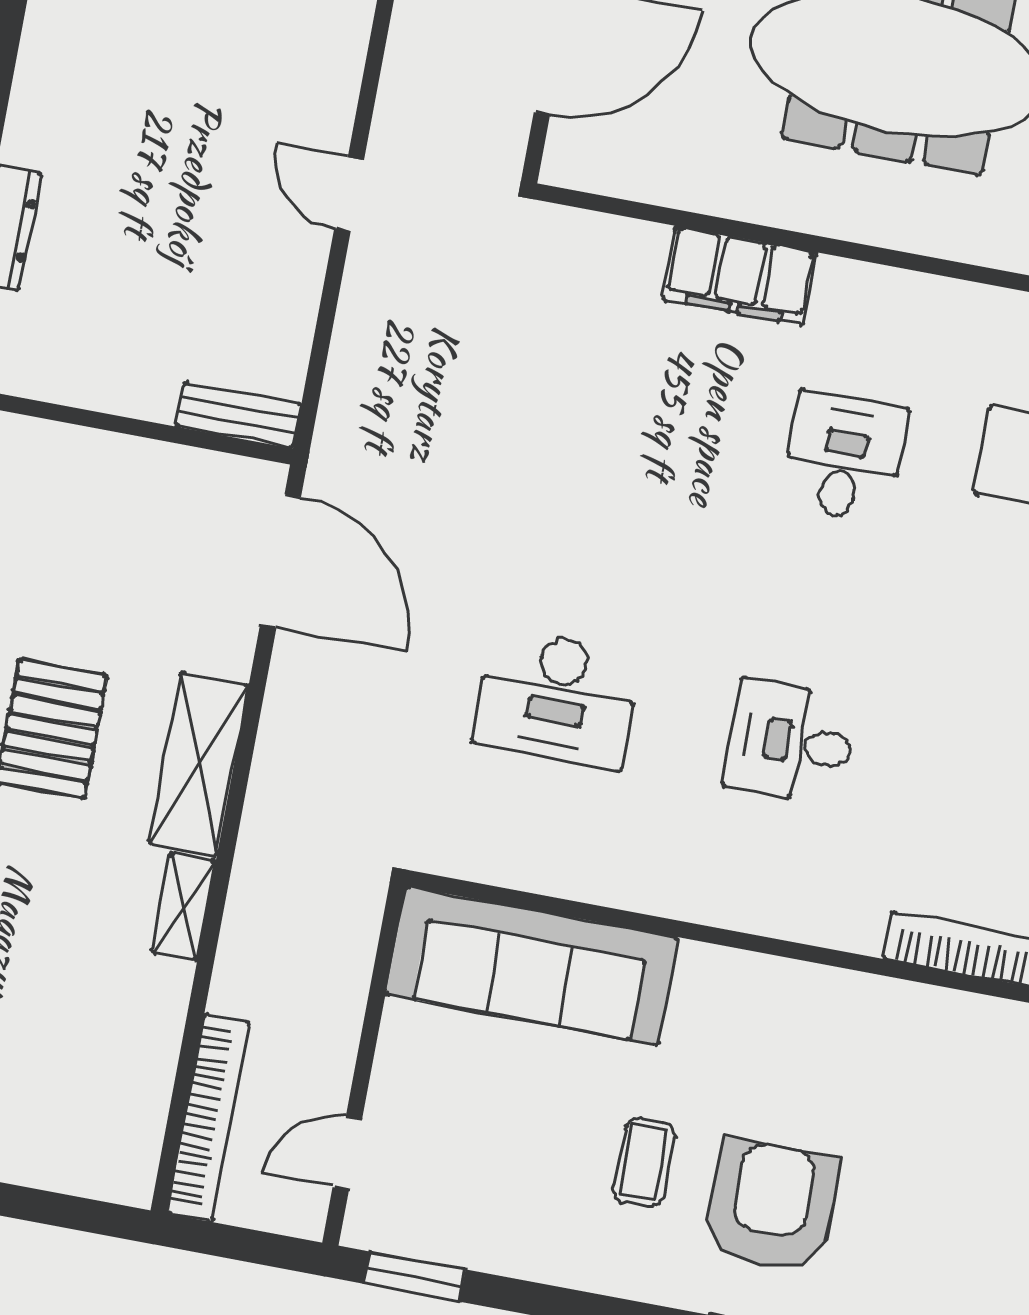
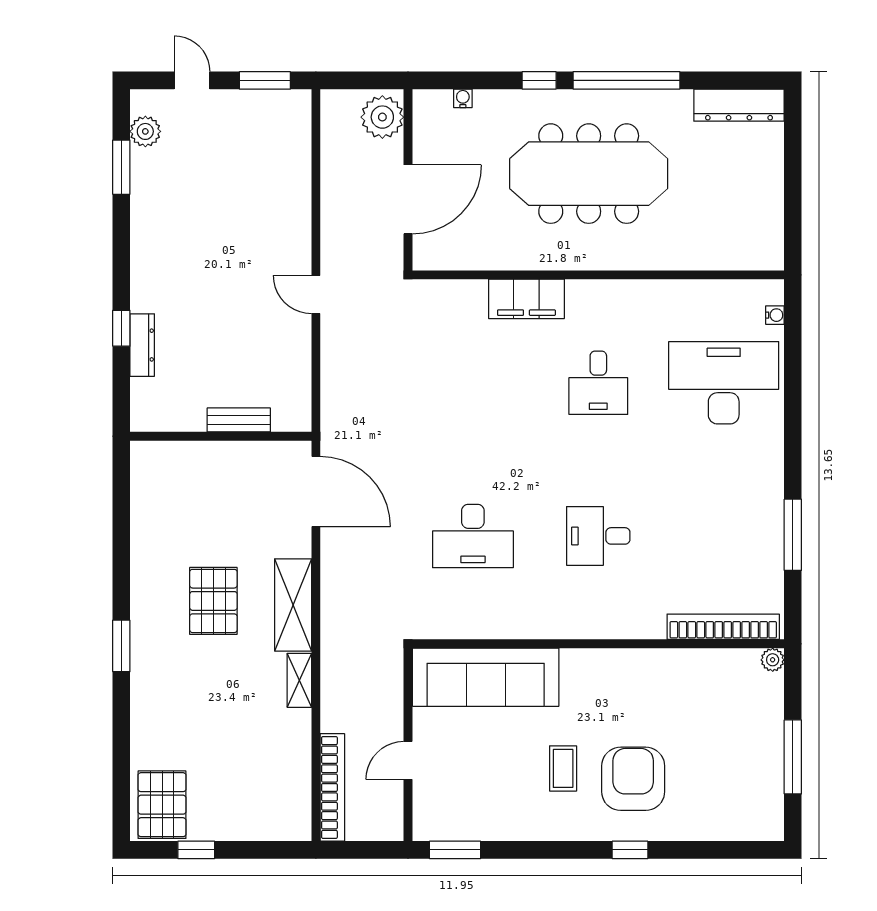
bench: (239, 415) -> (239, 420), moved
desk: (844, 457) -> (598, 383), turned 180
door: (347, 1153) -> (408, 760), moved

